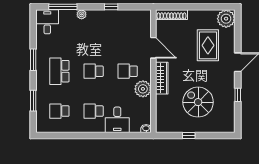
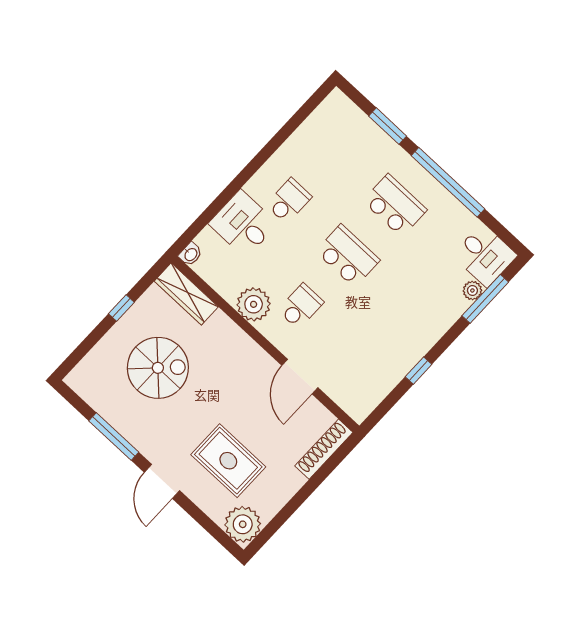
plant: (82, 14) -> (472, 290), moved
door: (153, 48) -> (300, 377), hinge flipped
window: (33, 60) -> (448, 182), width x2.11
school desk: (94, 71) -> (348, 256), width x1.85
wardrobe: (162, 78) -> (186, 294), moved
window: (238, 95) -> (114, 436), width x2.17
school desk: (59, 111) -> (336, 150), removed

